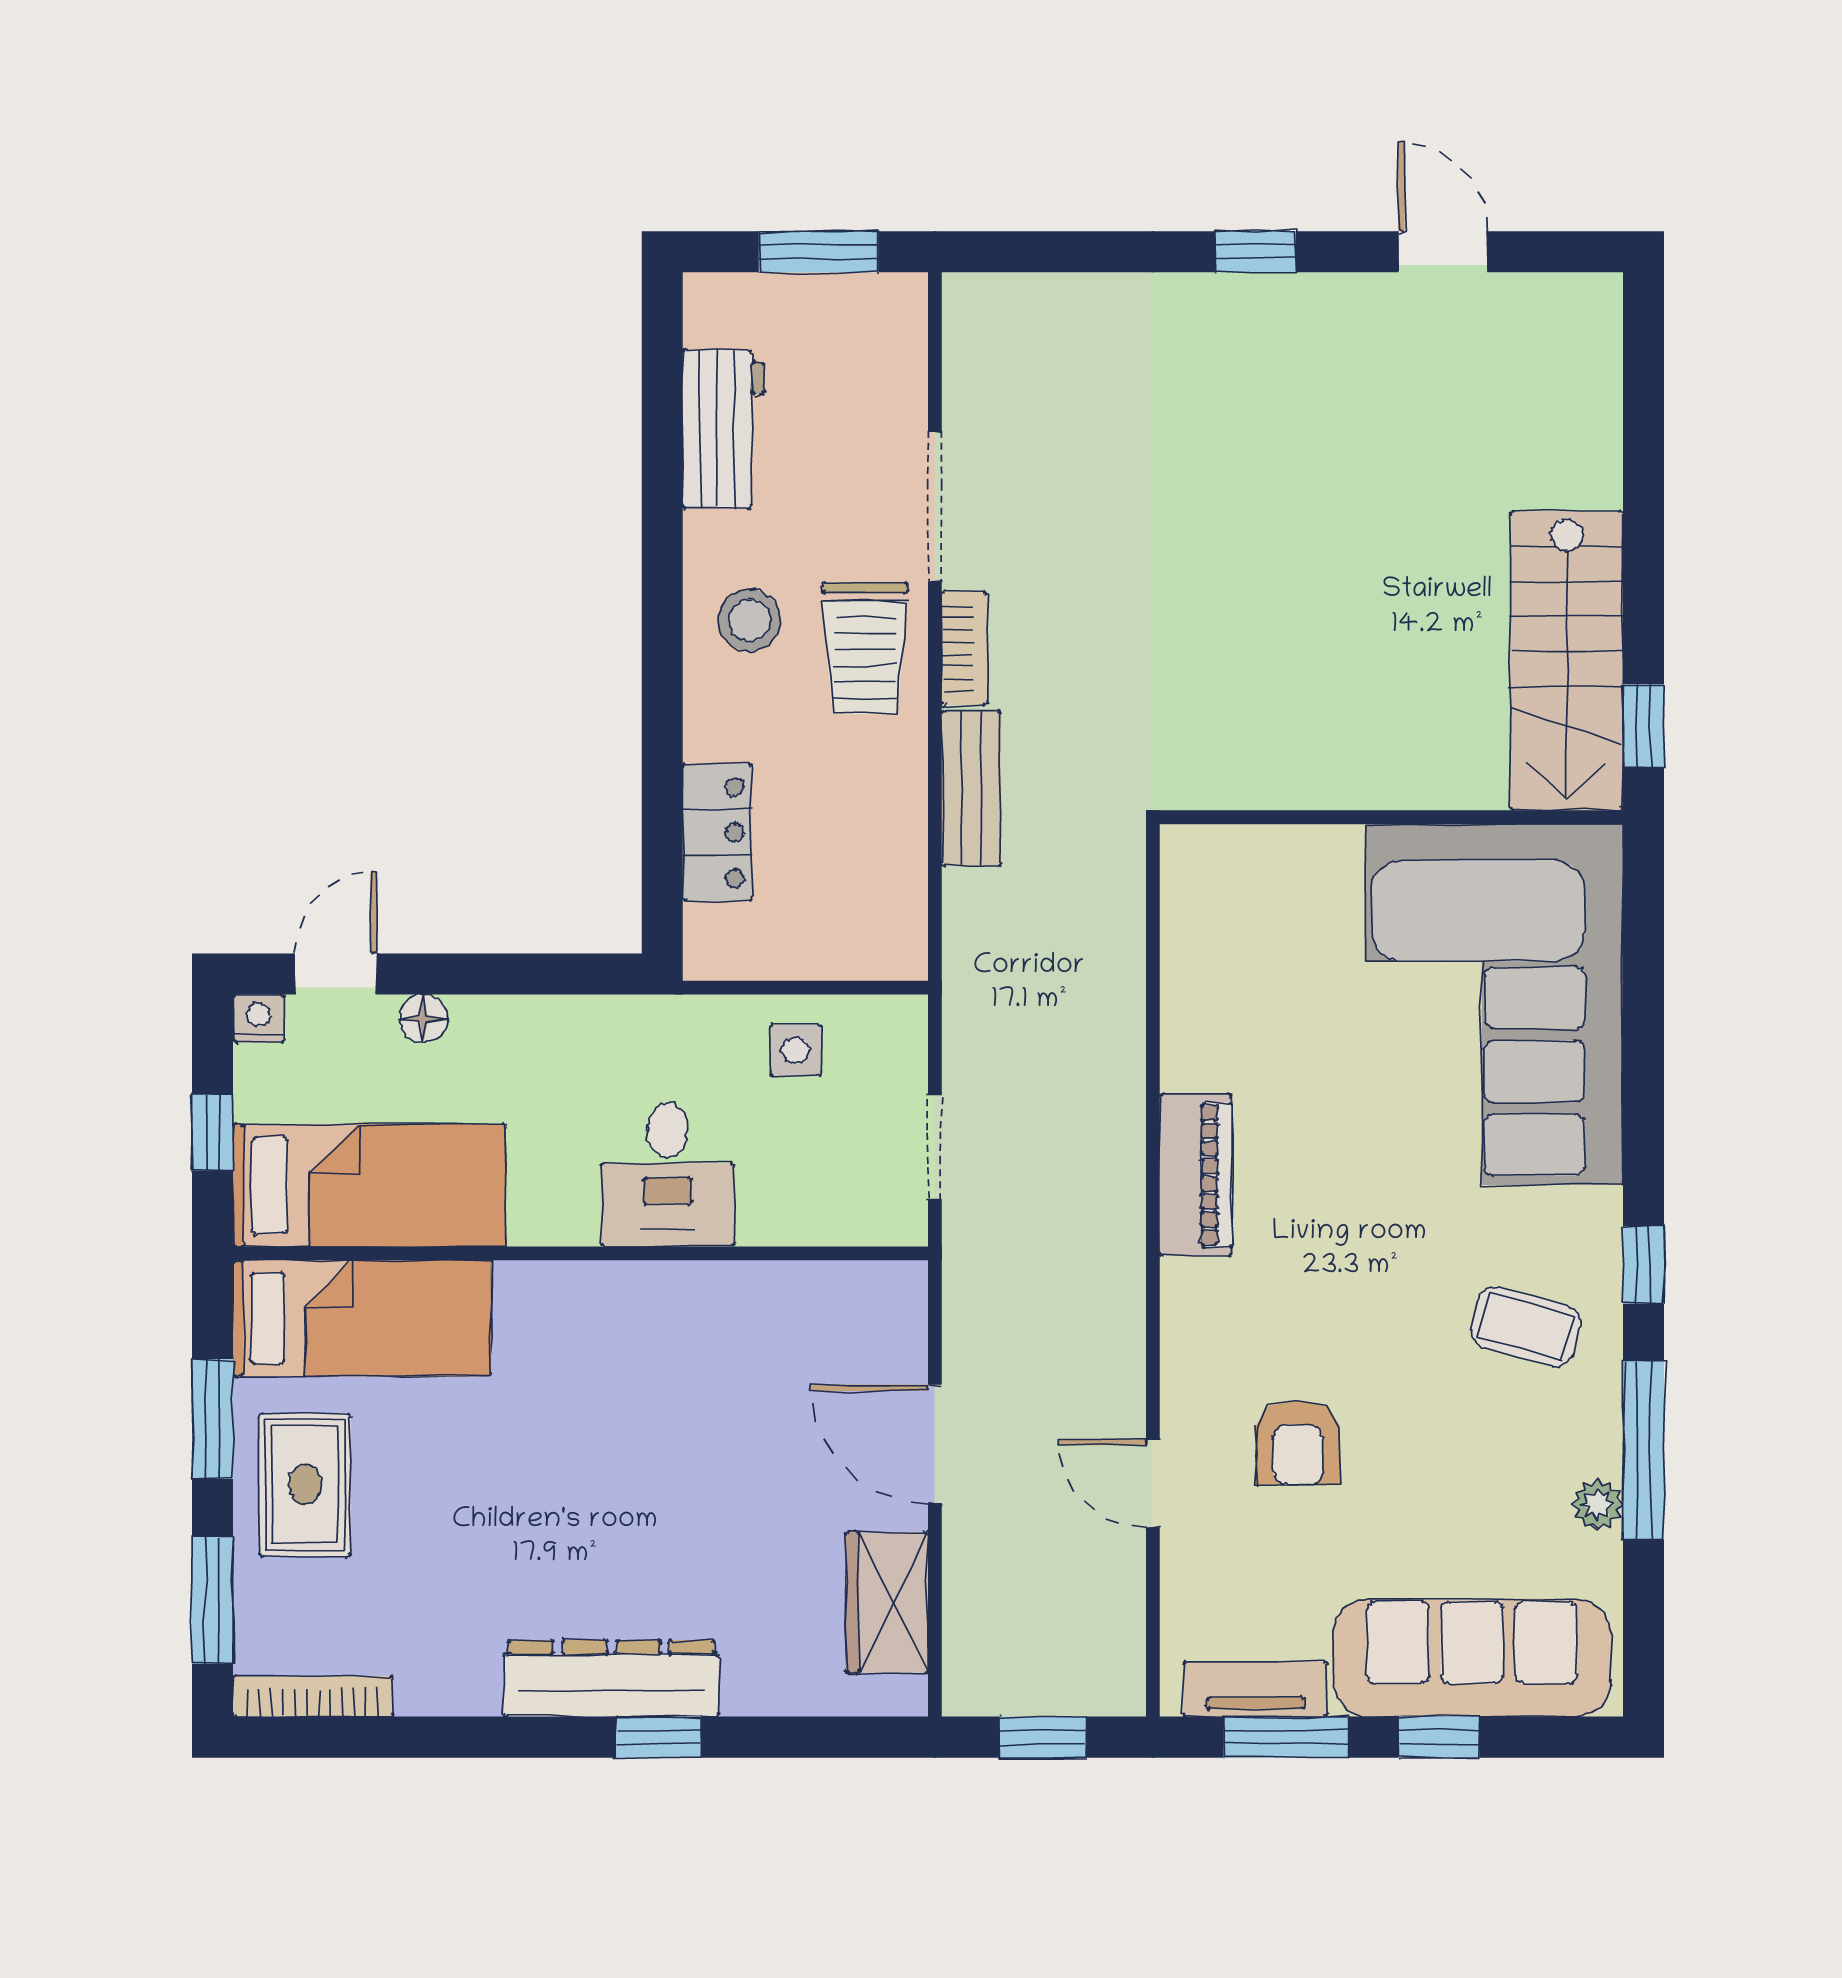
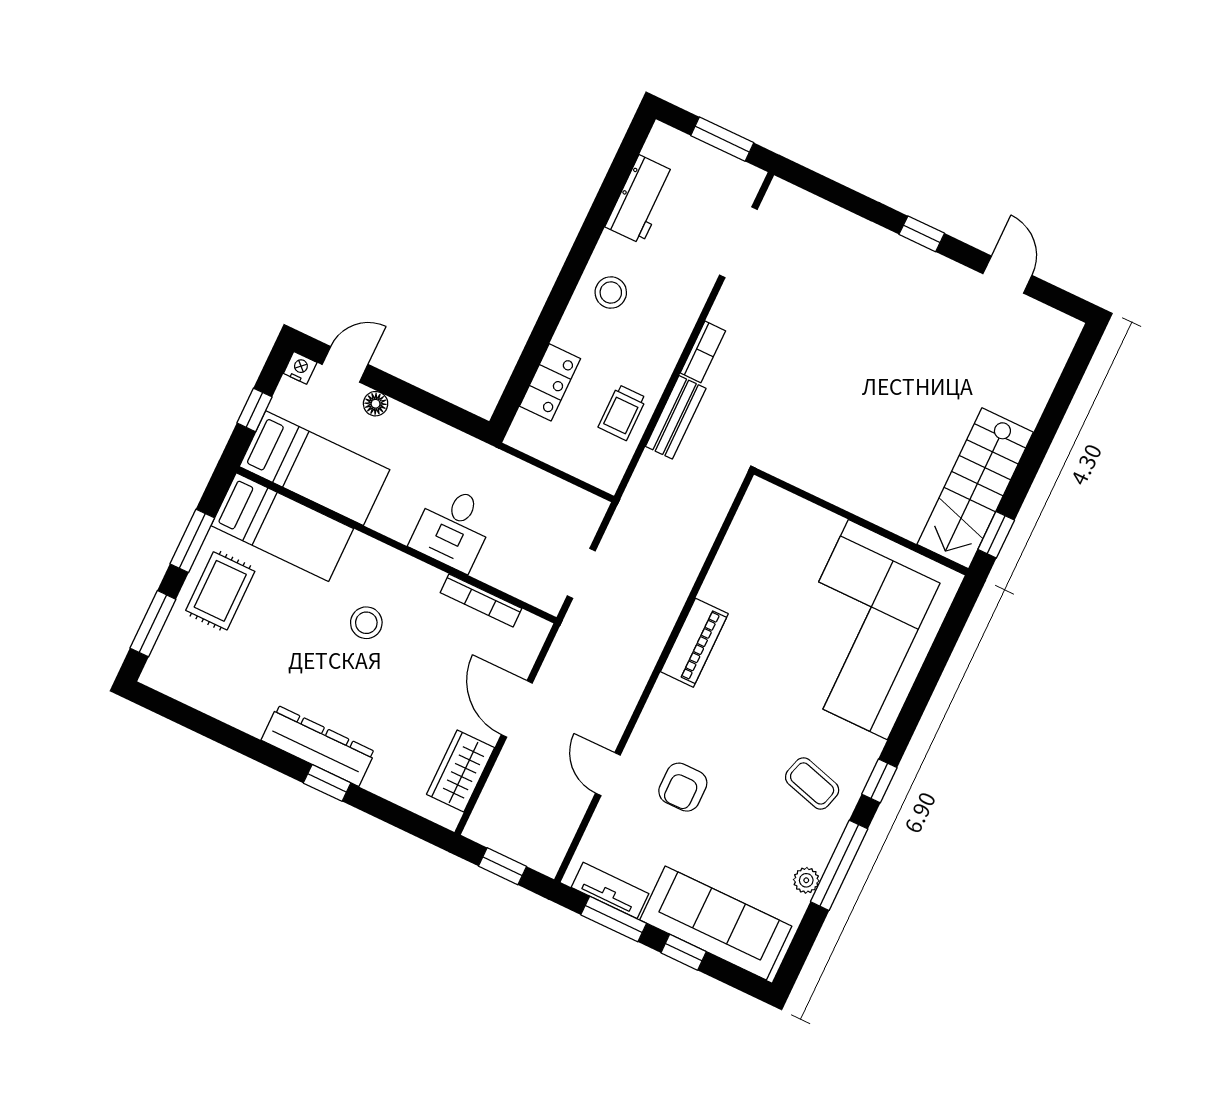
doorway: (935, 507) -> (738, 242), moved
trolley: (865, 648) -> (622, 412), moved, width x0.73, depth x0.72
side table: (796, 1050) -> (539, 499), removed
stool: (593, 1418) -> (366, 623), added
bookcase: (313, 1696) -> (481, 601), moved, turned 180

